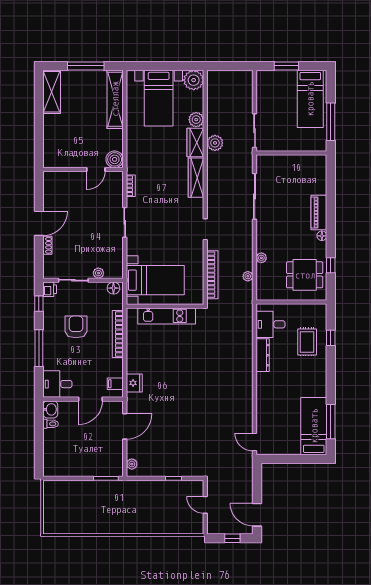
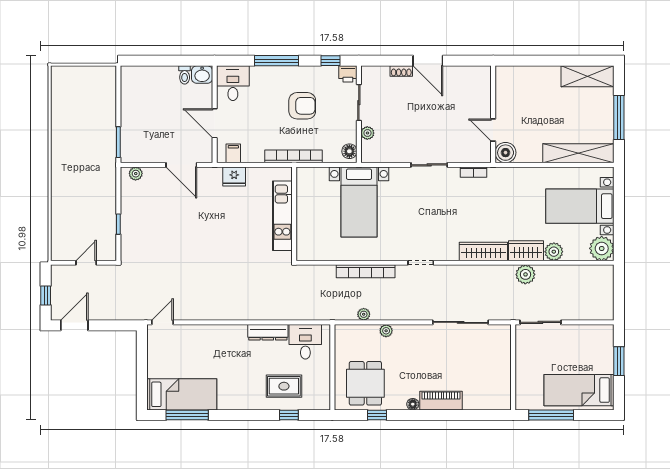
wall: (165, 306) -> (294, 214), moved
kitchen unit: (167, 316) -> (282, 216), moved

